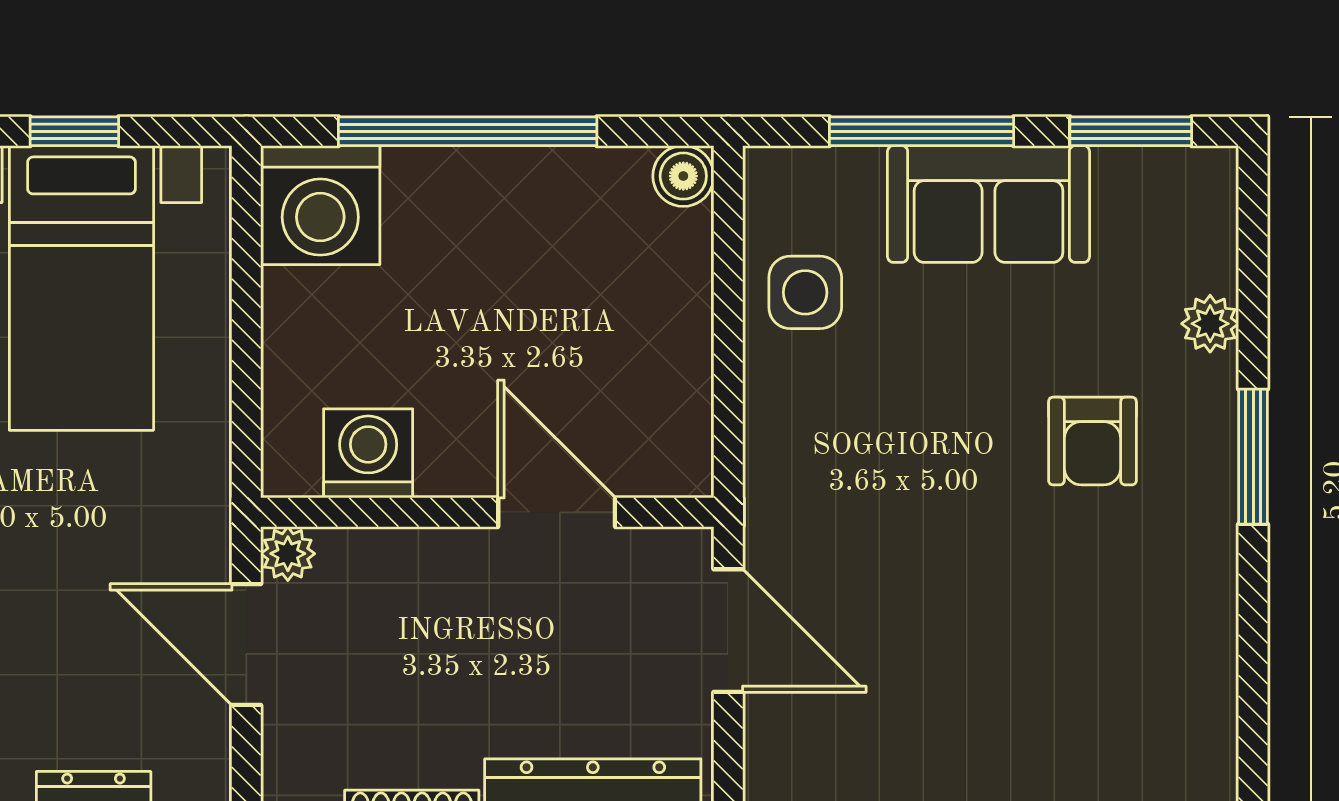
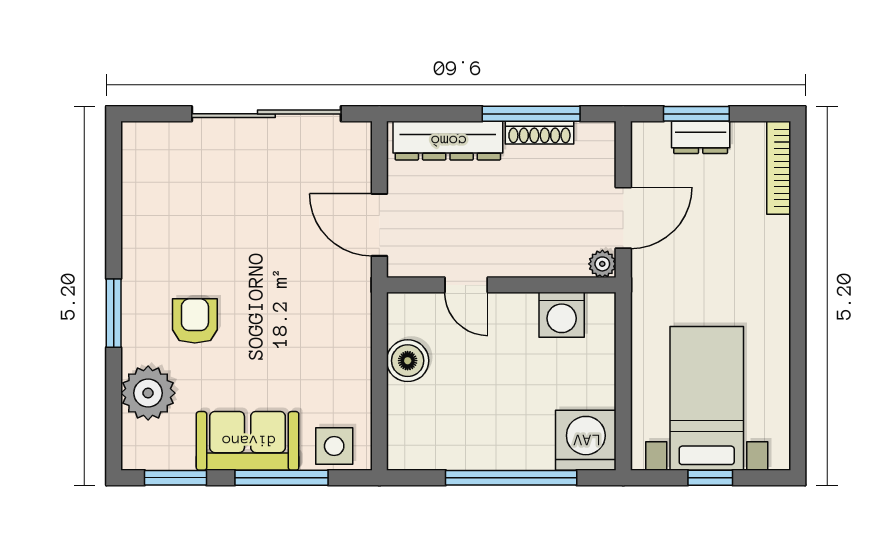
boiler: (683, 176) -> (408, 361), moved, width x1.36, depth x1.36
side table: (805, 292) -> (334, 446), moved
plant: (1210, 324) -> (148, 393), width x1.88, depth x1.88
door: (557, 512) -> (466, 285), width x0.73
door: (246, 645) -> (623, 218), hinge flipped

